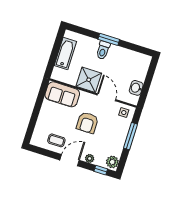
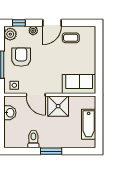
toilet: (103, 50) -> (33, 139), moved
armchair: (87, 123) -> (21, 57), moved

